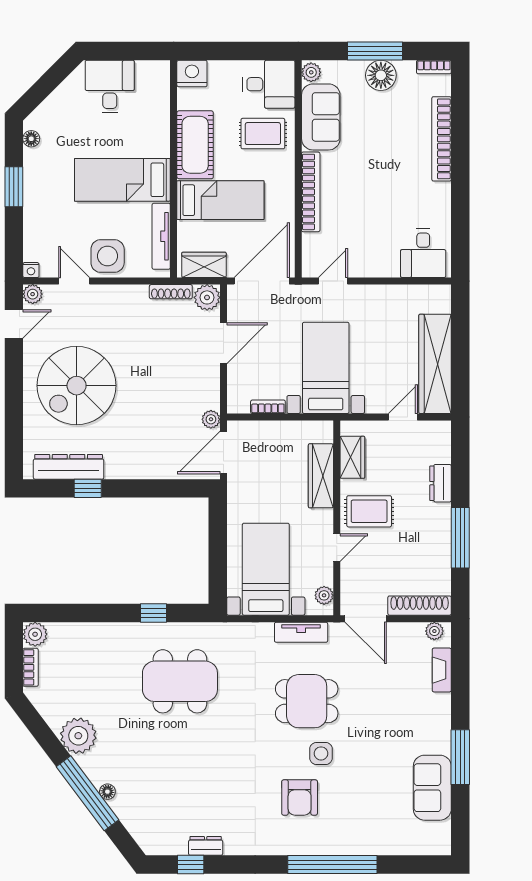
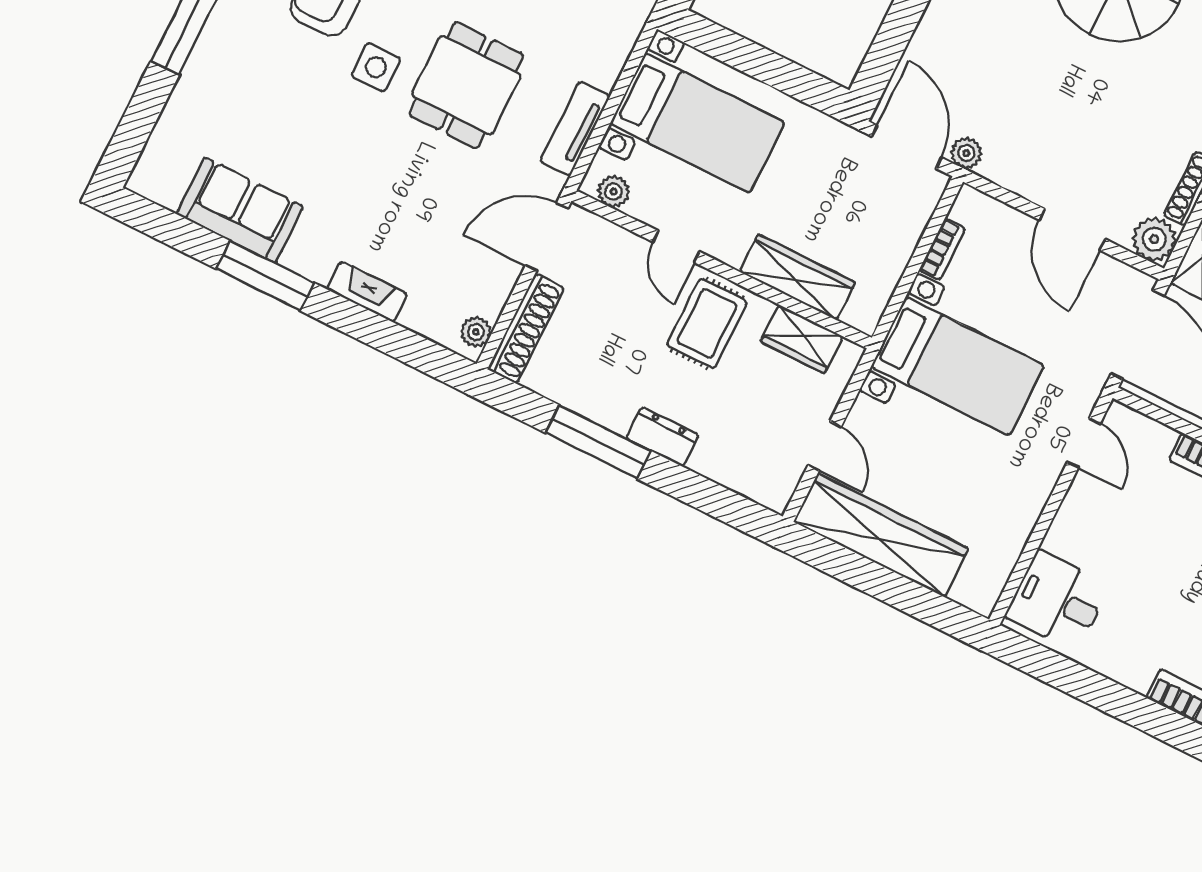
dresser: (441, 483) -> (662, 437), moved
fireplace: (442, 670) -> (367, 292), moved

